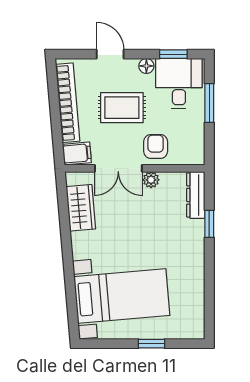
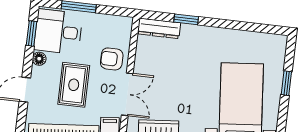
plant: (151, 180) -> (141, 66), removed

